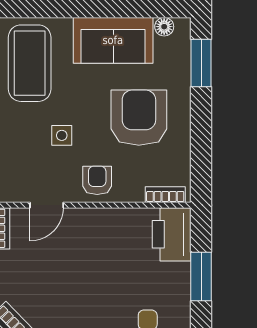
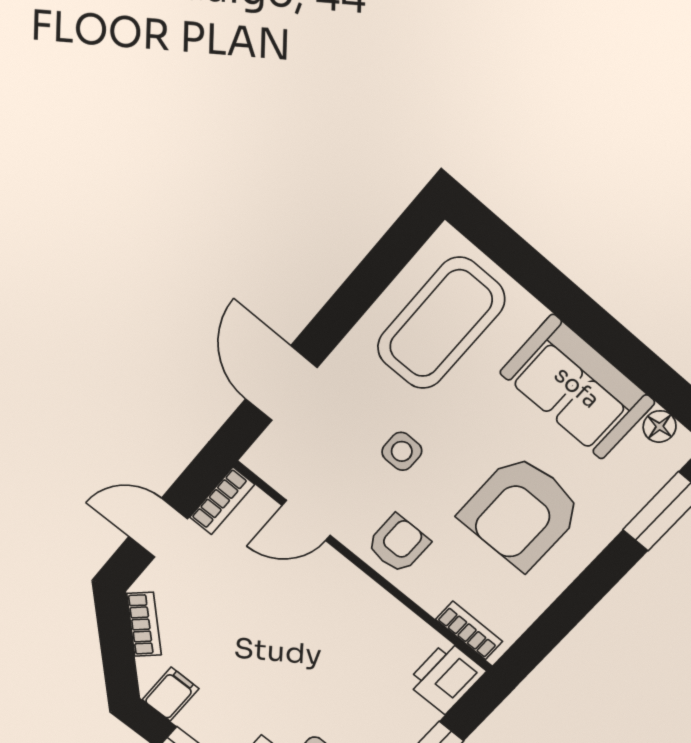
armchair: (139, 118) -> (521, 512), turned 180
printer: (172, 234) -> (446, 677), width x0.73, depth x0.84

